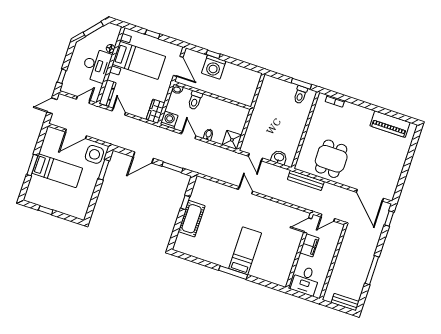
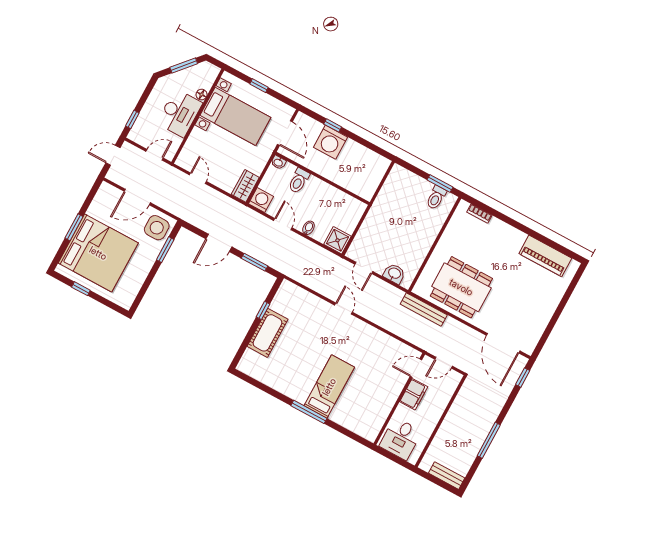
dresser: (108, 93) -> (188, 151), removed
dining table: (331, 159) -> (461, 287), width x1.38
bed: (57, 171) -> (98, 253), width x2.04

